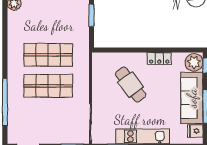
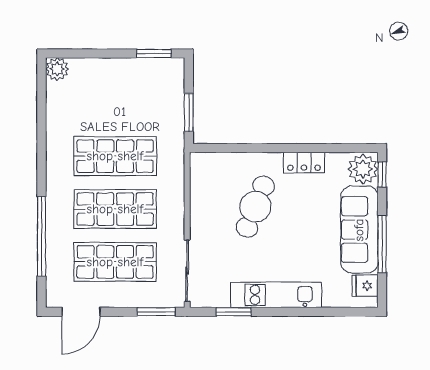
window: (91, 15) -> (189, 113), moved
cafe table: (131, 84) -> (255, 207), turned 59
shop shelf: (48, 117) -> (115, 262), added

